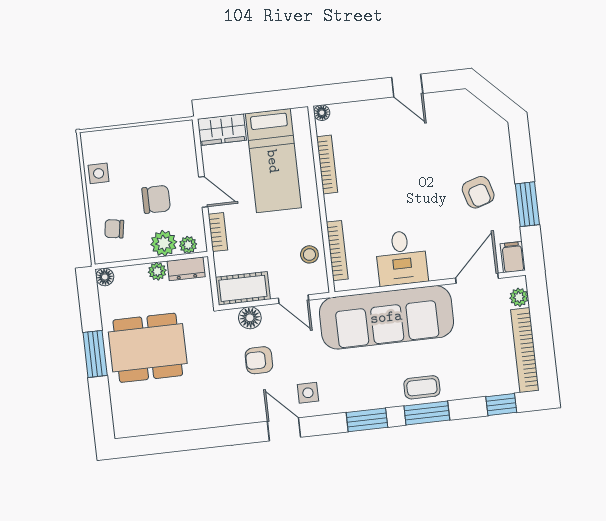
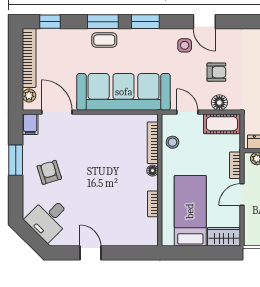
floor lamp: (322, 113) -> (153, 171), moved
bookcase: (327, 164) -> (153, 204), width x0.64
door: (203, 192) -> (242, 195), hinge flipped
desk: (401, 258) -> (48, 219), moved, turned -135
door: (477, 278) -> (57, 112), swing flipped

